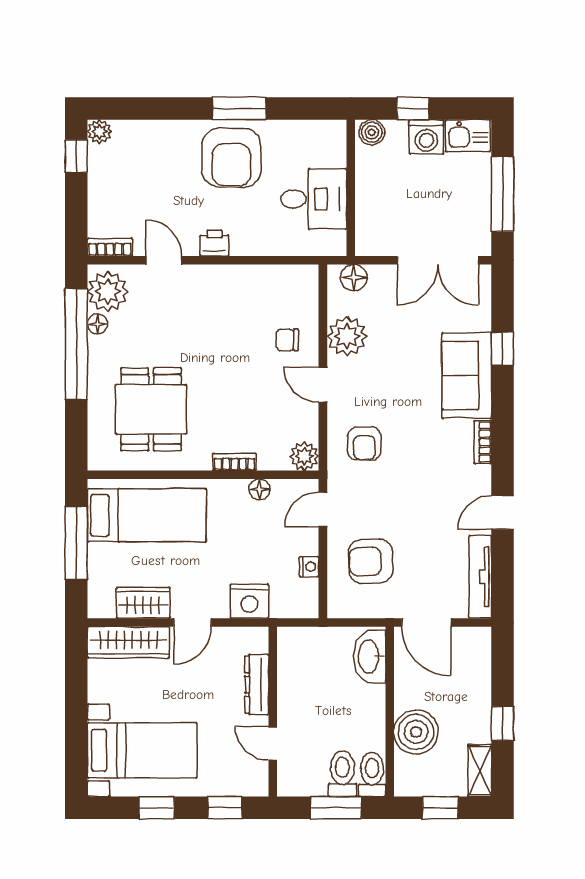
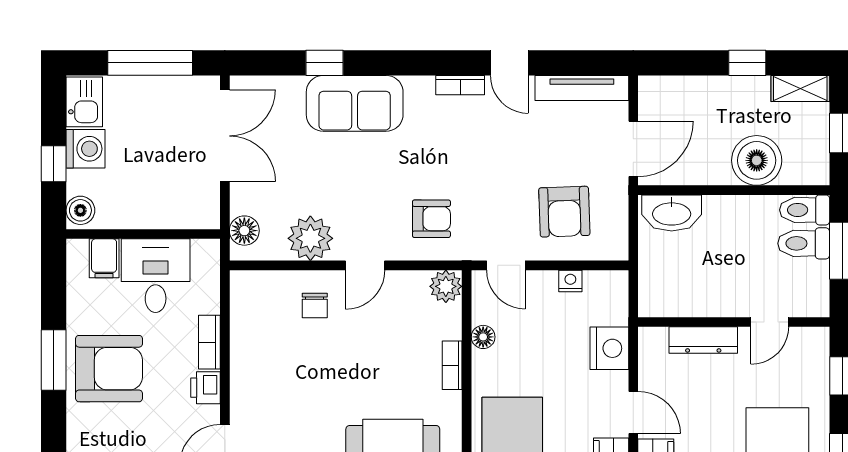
filing cabinet: (329, 153) -> (104, 258), added
bookcase: (255, 247) -> (209, 342), added
bookcase: (483, 442) -> (460, 85), moved

